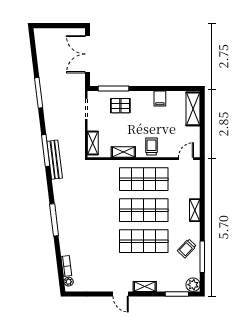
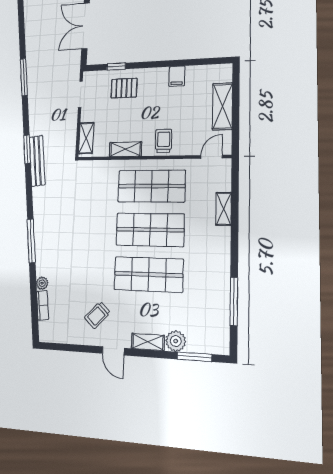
window: (113, 88) -> (116, 67), width x0.46
shelving: (193, 109) -> (222, 106), moved
window: (46, 151) -> (27, 149), width x0.69
shelving: (195, 210) -> (224, 209), moved
trolley: (187, 248) -> (97, 315), moved
plant: (69, 282) -> (42, 283), moved
plant: (193, 285) -> (176, 341), moved

